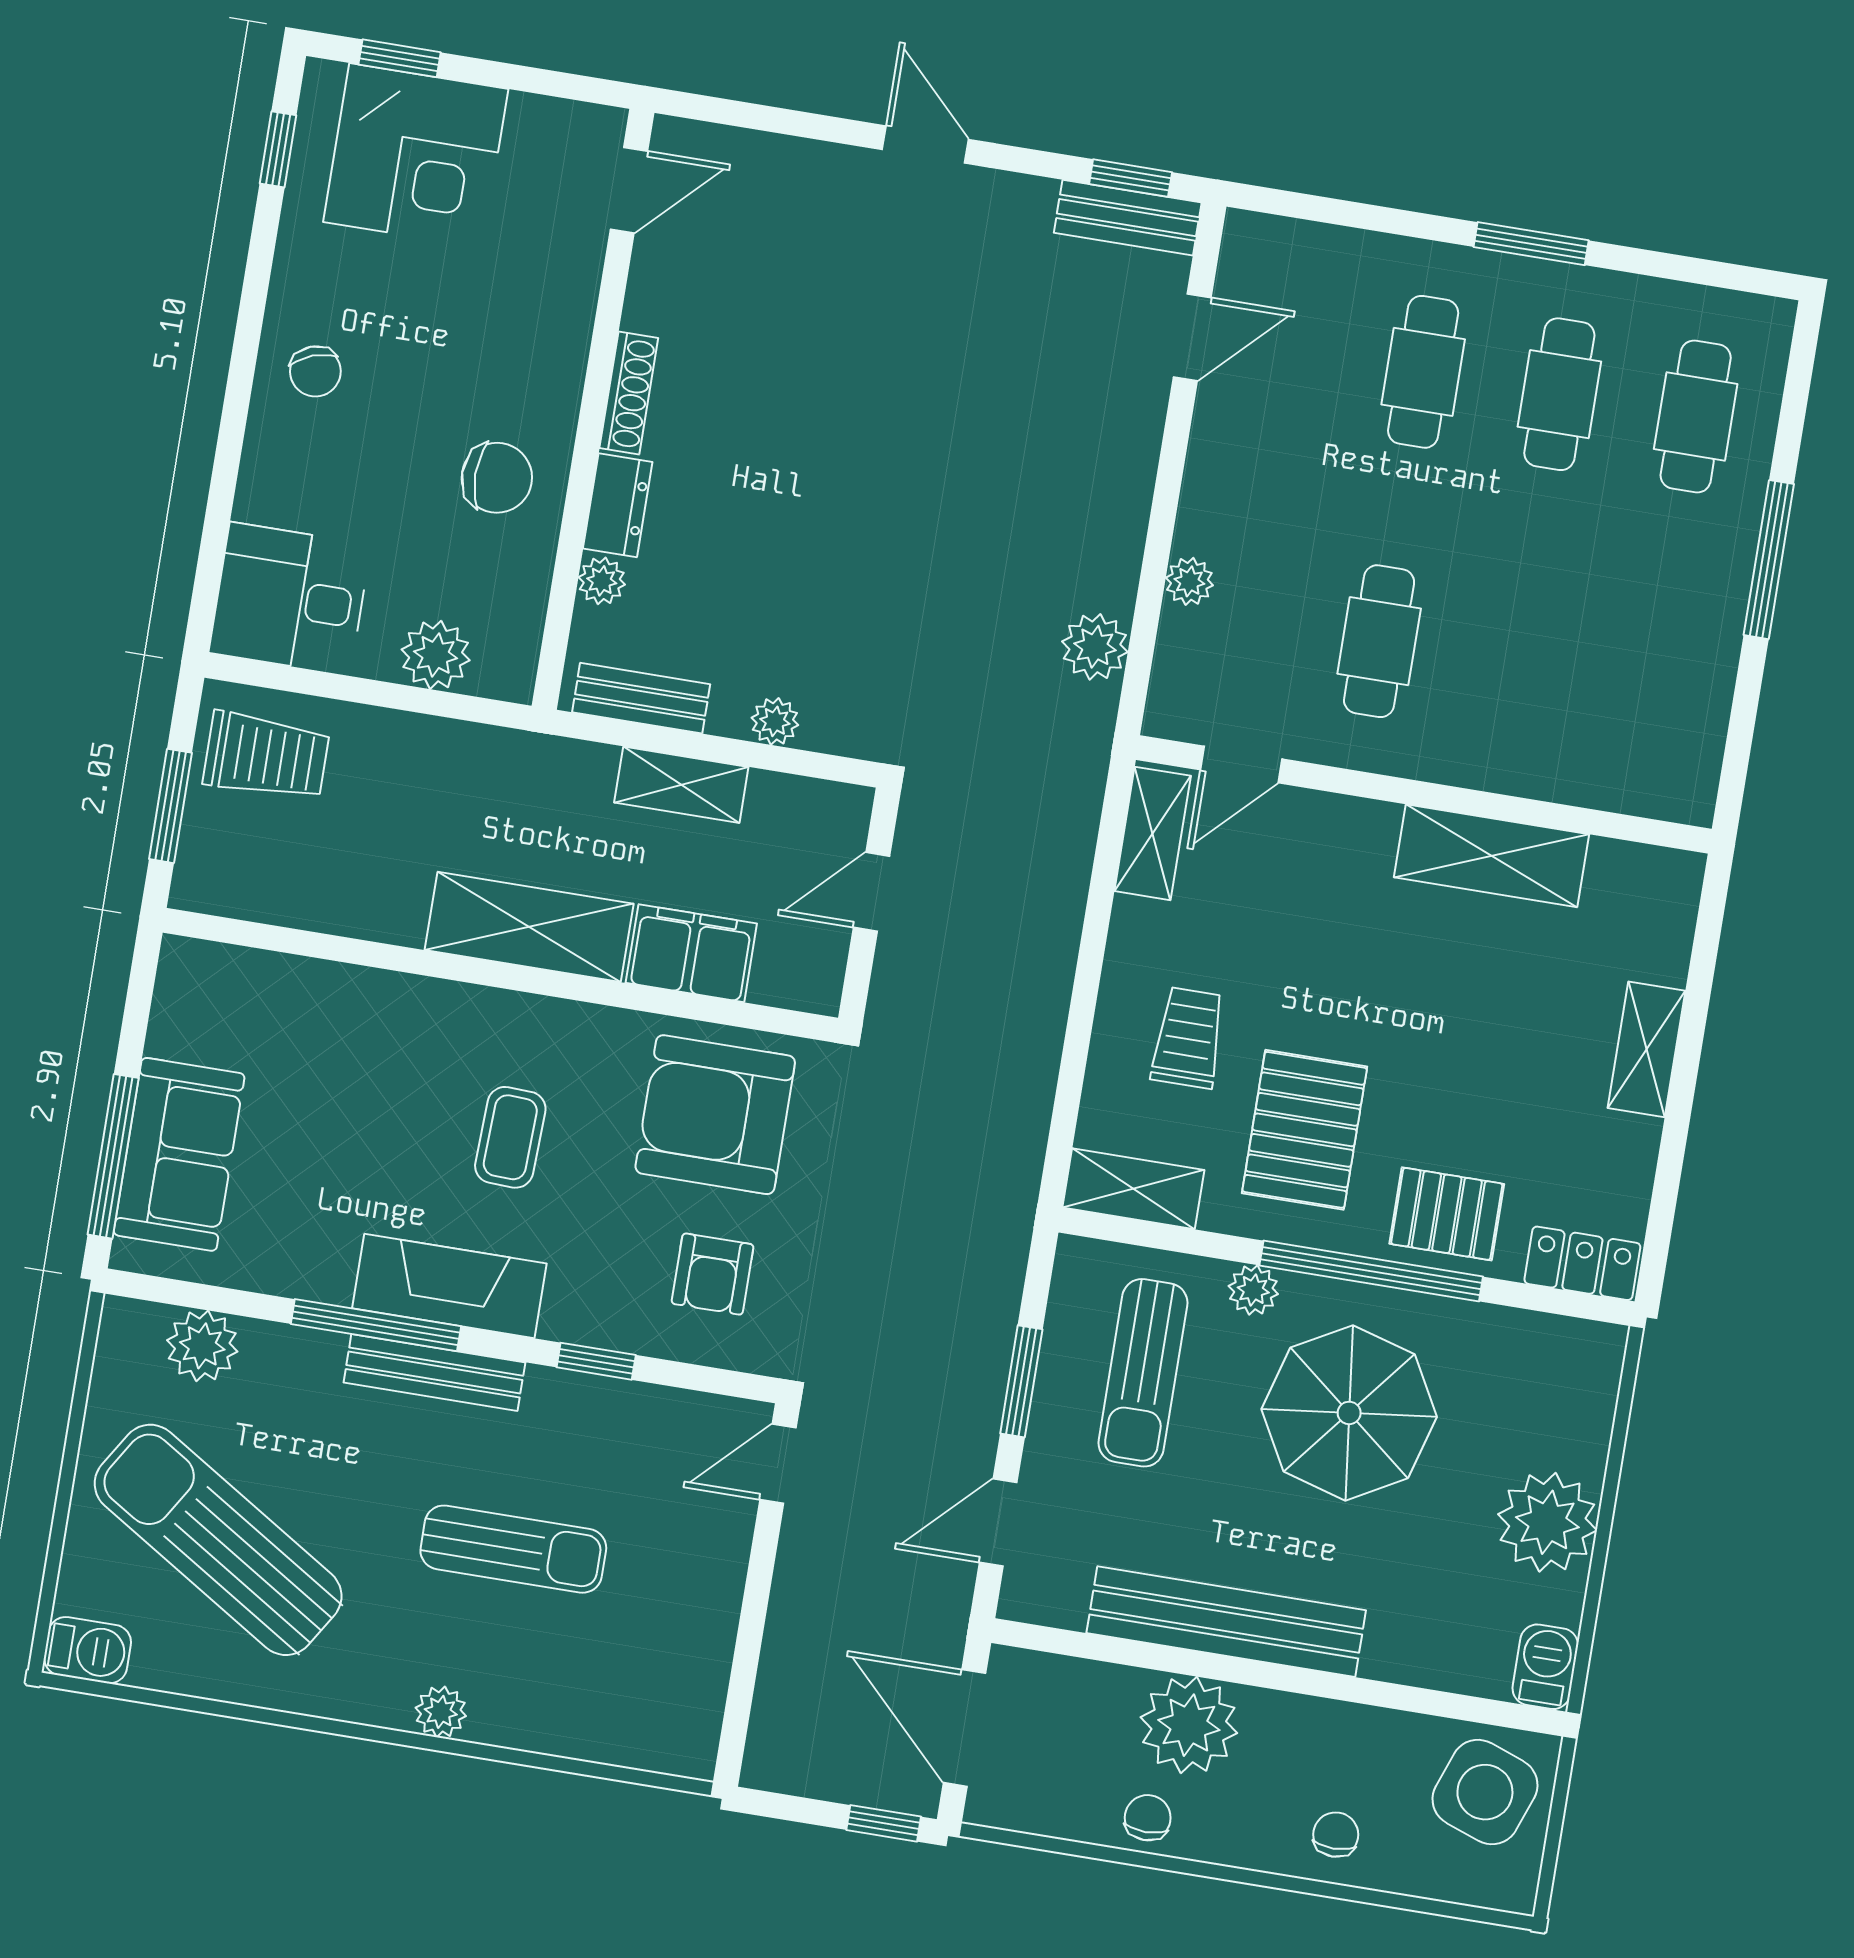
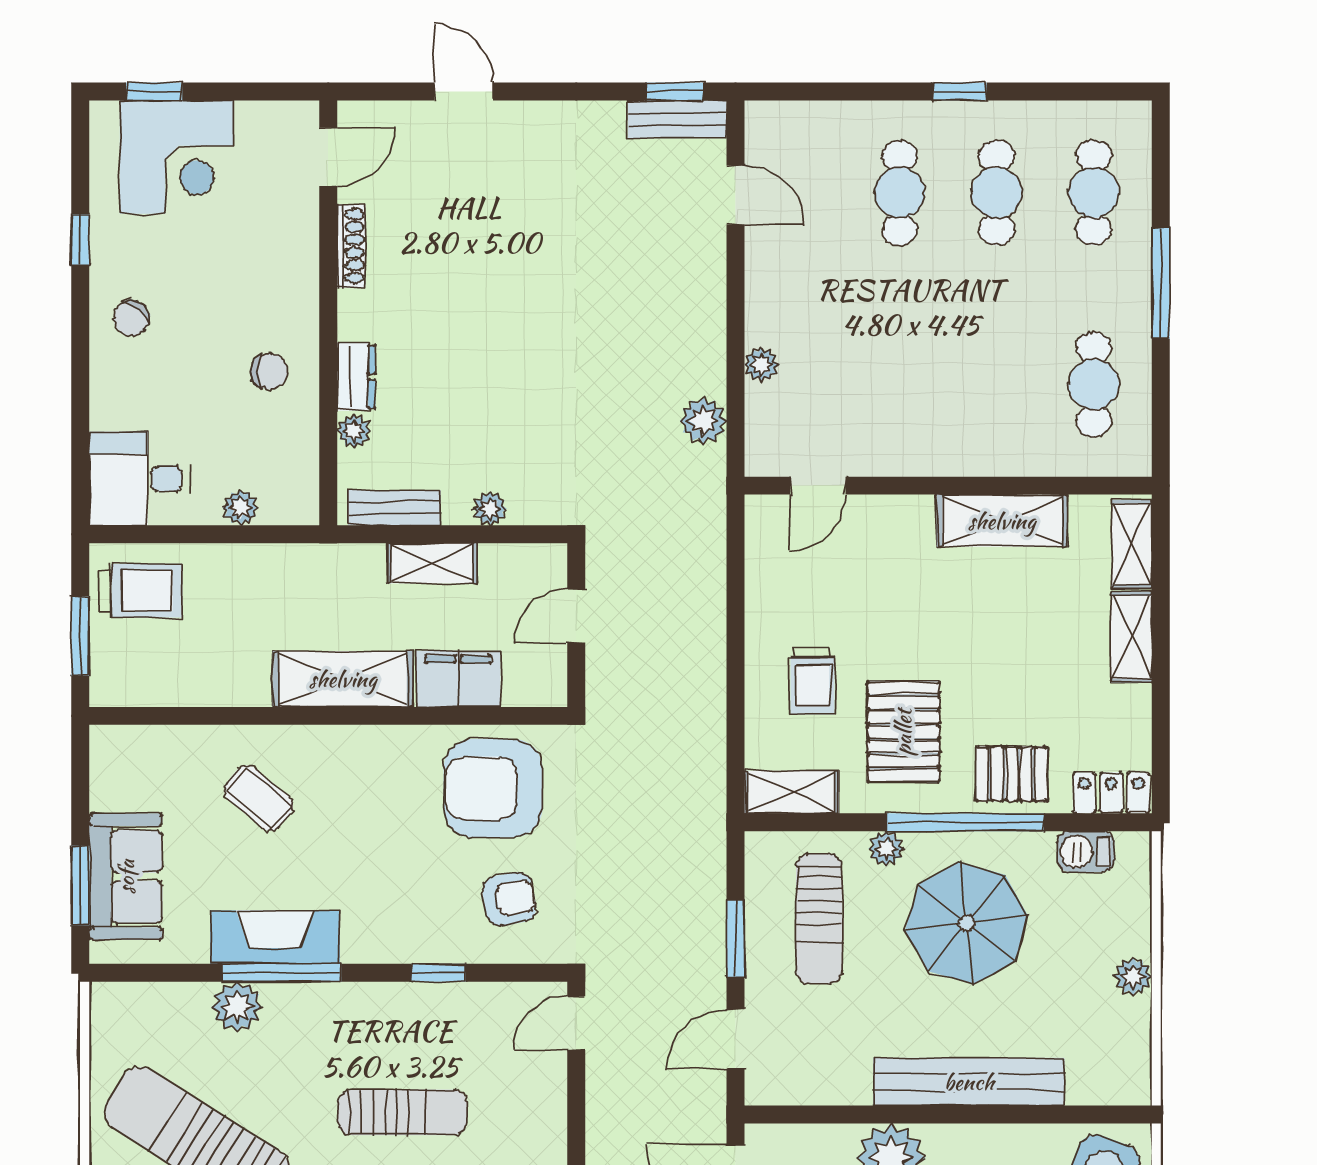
door: (925, 144) -> (464, 92), moved
window: (278, 149) -> (80, 240), moved
window: (1531, 244) -> (960, 92), width x0.67
door: (1192, 337) -> (736, 195), hinge flipped
chair: (315, 371) -> (131, 318), turned 57
shoe rack: (629, 393) -> (351, 246), moved
chair: (497, 478) -> (269, 371), width x0.73, depth x0.73
cafe table: (1379, 641) -> (1094, 384), moved
plant: (436, 655) -> (240, 508), width x0.73, depth x0.73
shelving: (1153, 833) -> (1132, 544), moved
trolley: (1188, 1038) -> (812, 681), turned 180
coffee table: (510, 1137) -> (258, 798), moved, turned -52
window: (113, 1156) -> (80, 885), width x0.69
armchair: (713, 1274) -> (509, 899), turned -100
fireplace: (449, 1286) -> (275, 937), moved
plant: (202, 1346) -> (237, 1007), moved
bench: (434, 1372) -> (328, 999), removed
plant: (1547, 1522) -> (1133, 976), width x0.53, depth x0.53
bench: (1226, 1622) -> (969, 1082), moved
barbecue: (1545, 1667) -> (1086, 851), moved, turned -90

